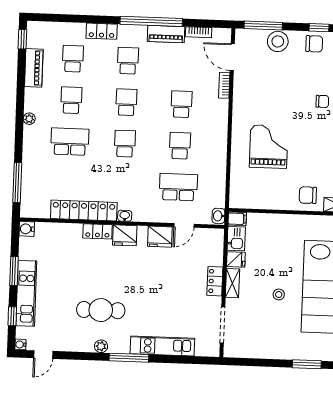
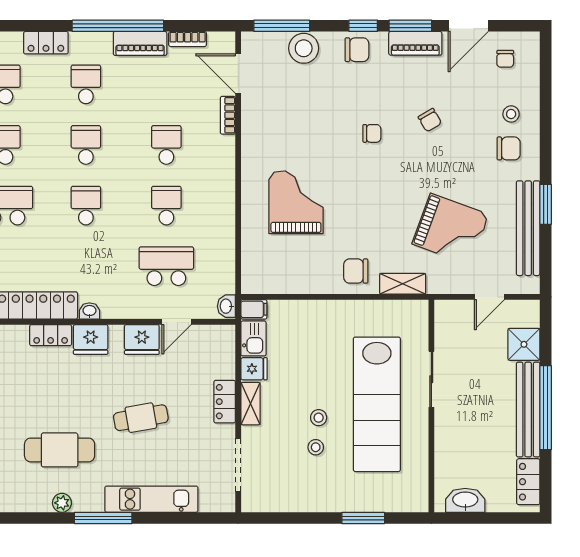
cafe table: (157, 290) -> (141, 418), added
stool: (276, 315) -> (316, 447), added

